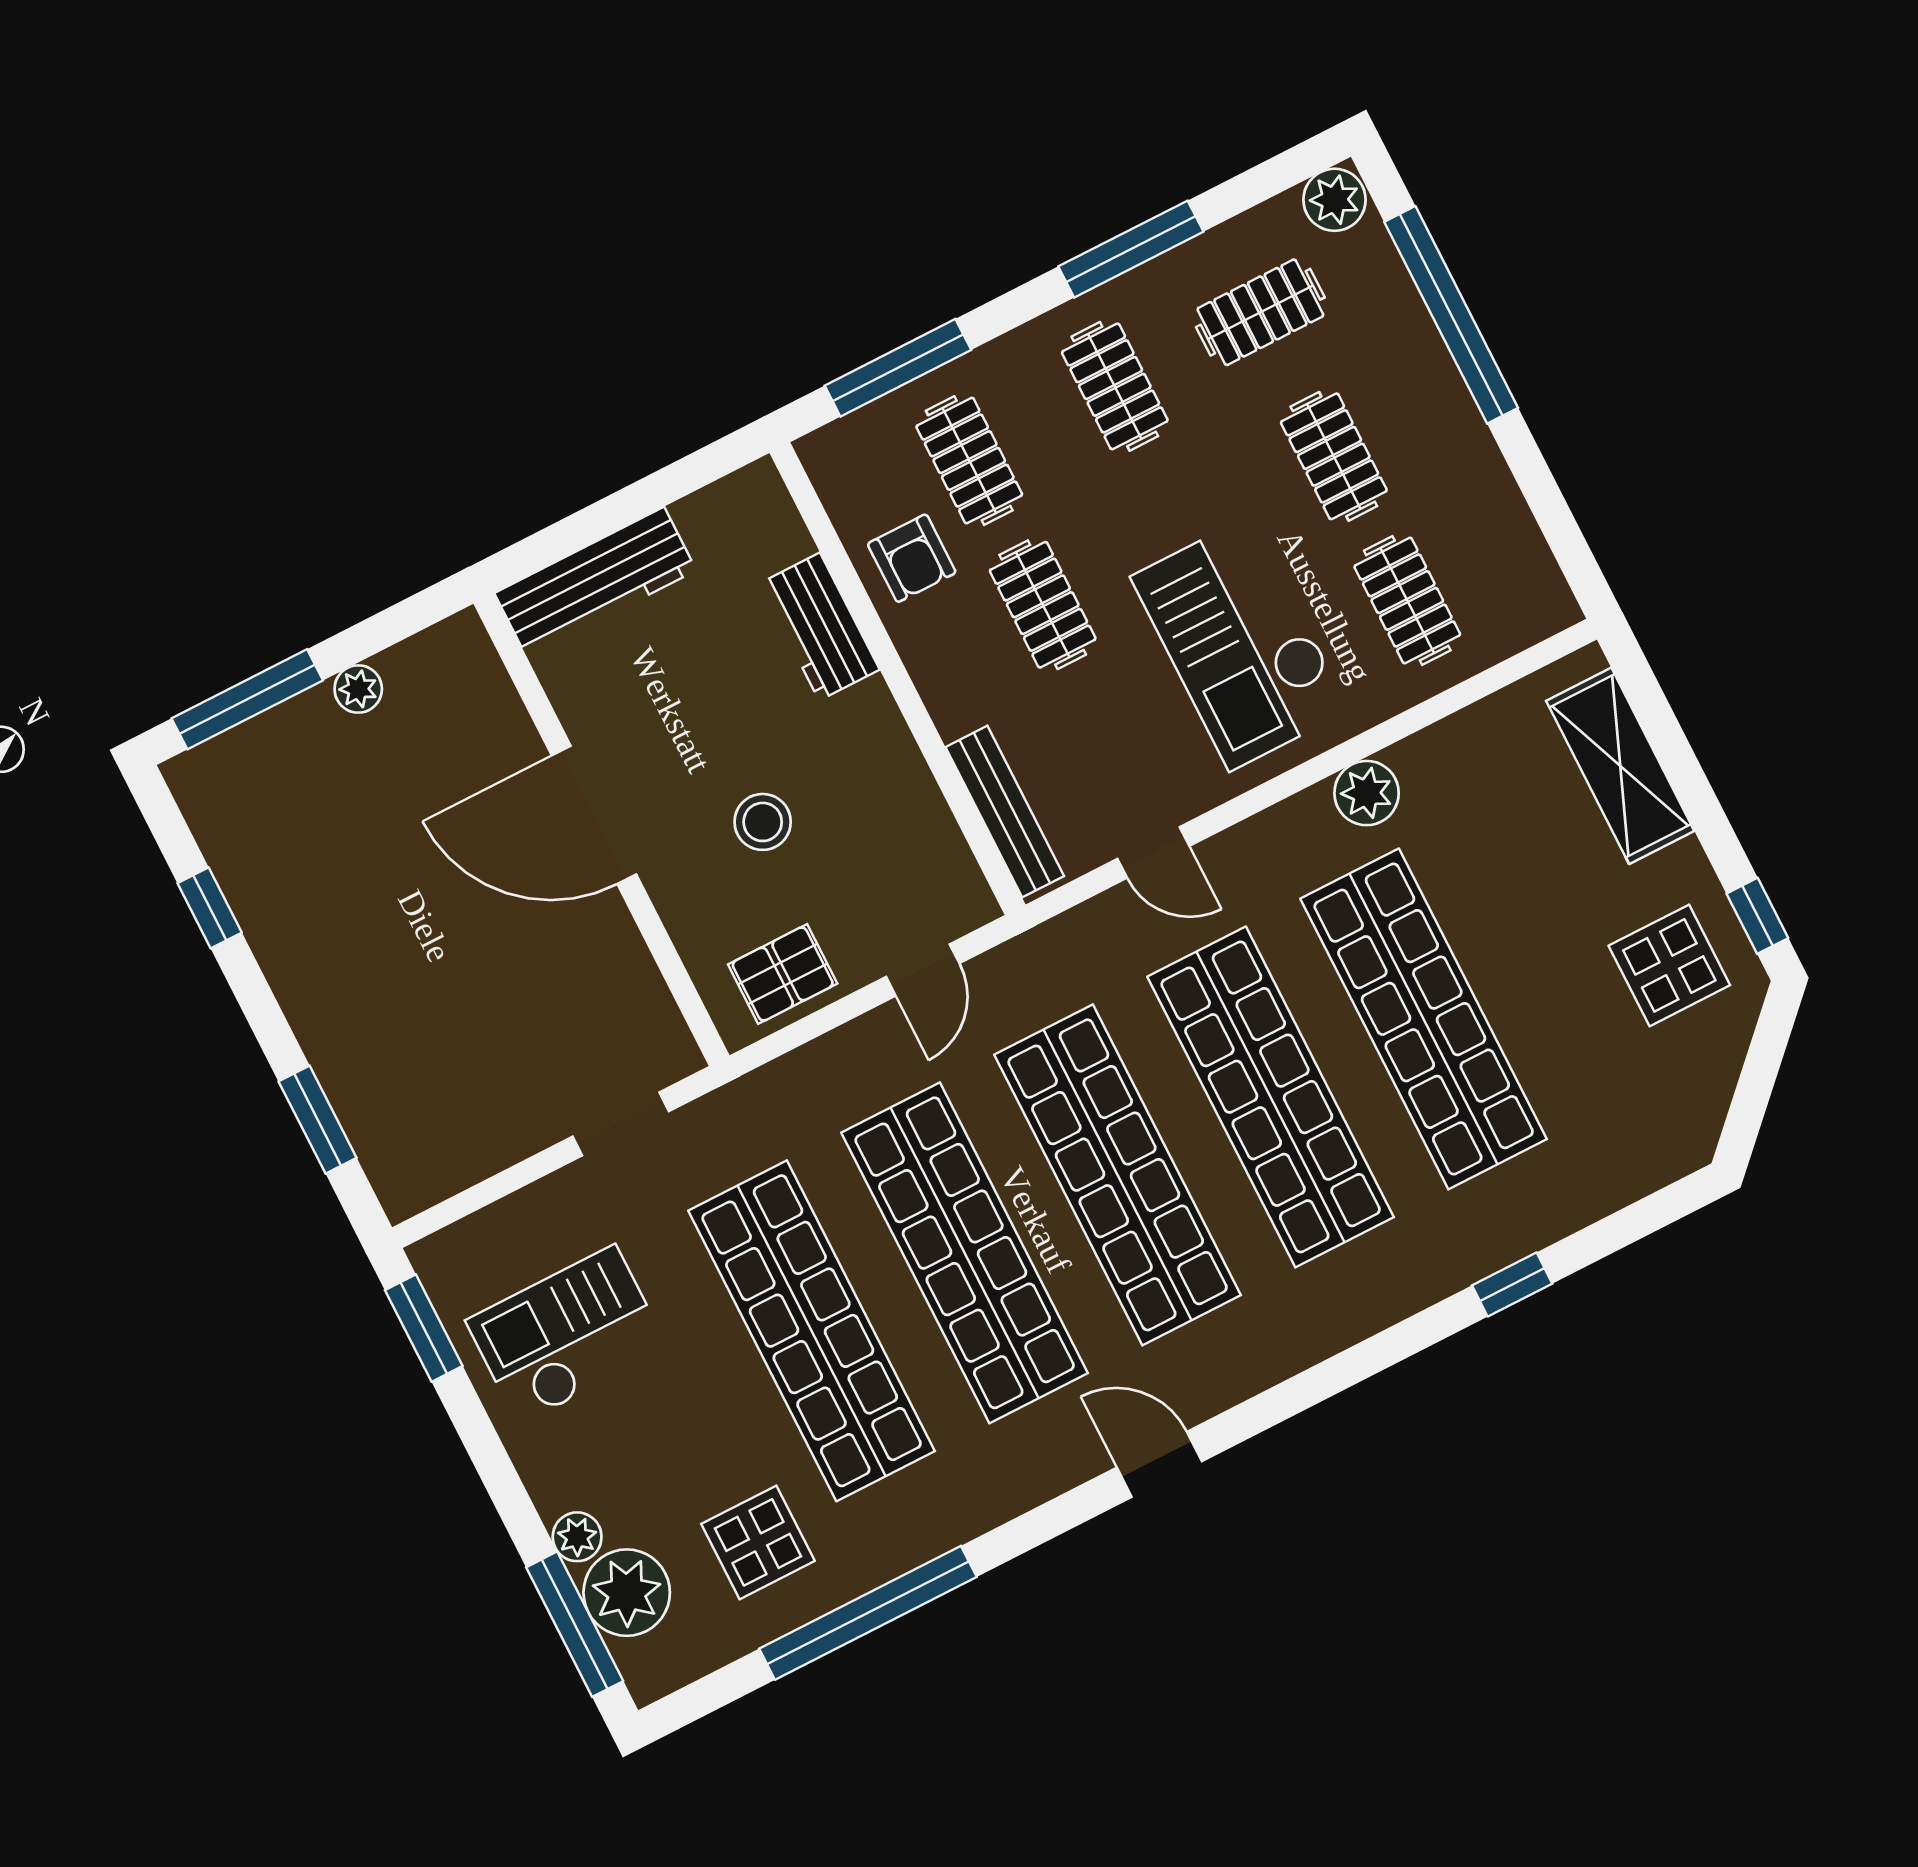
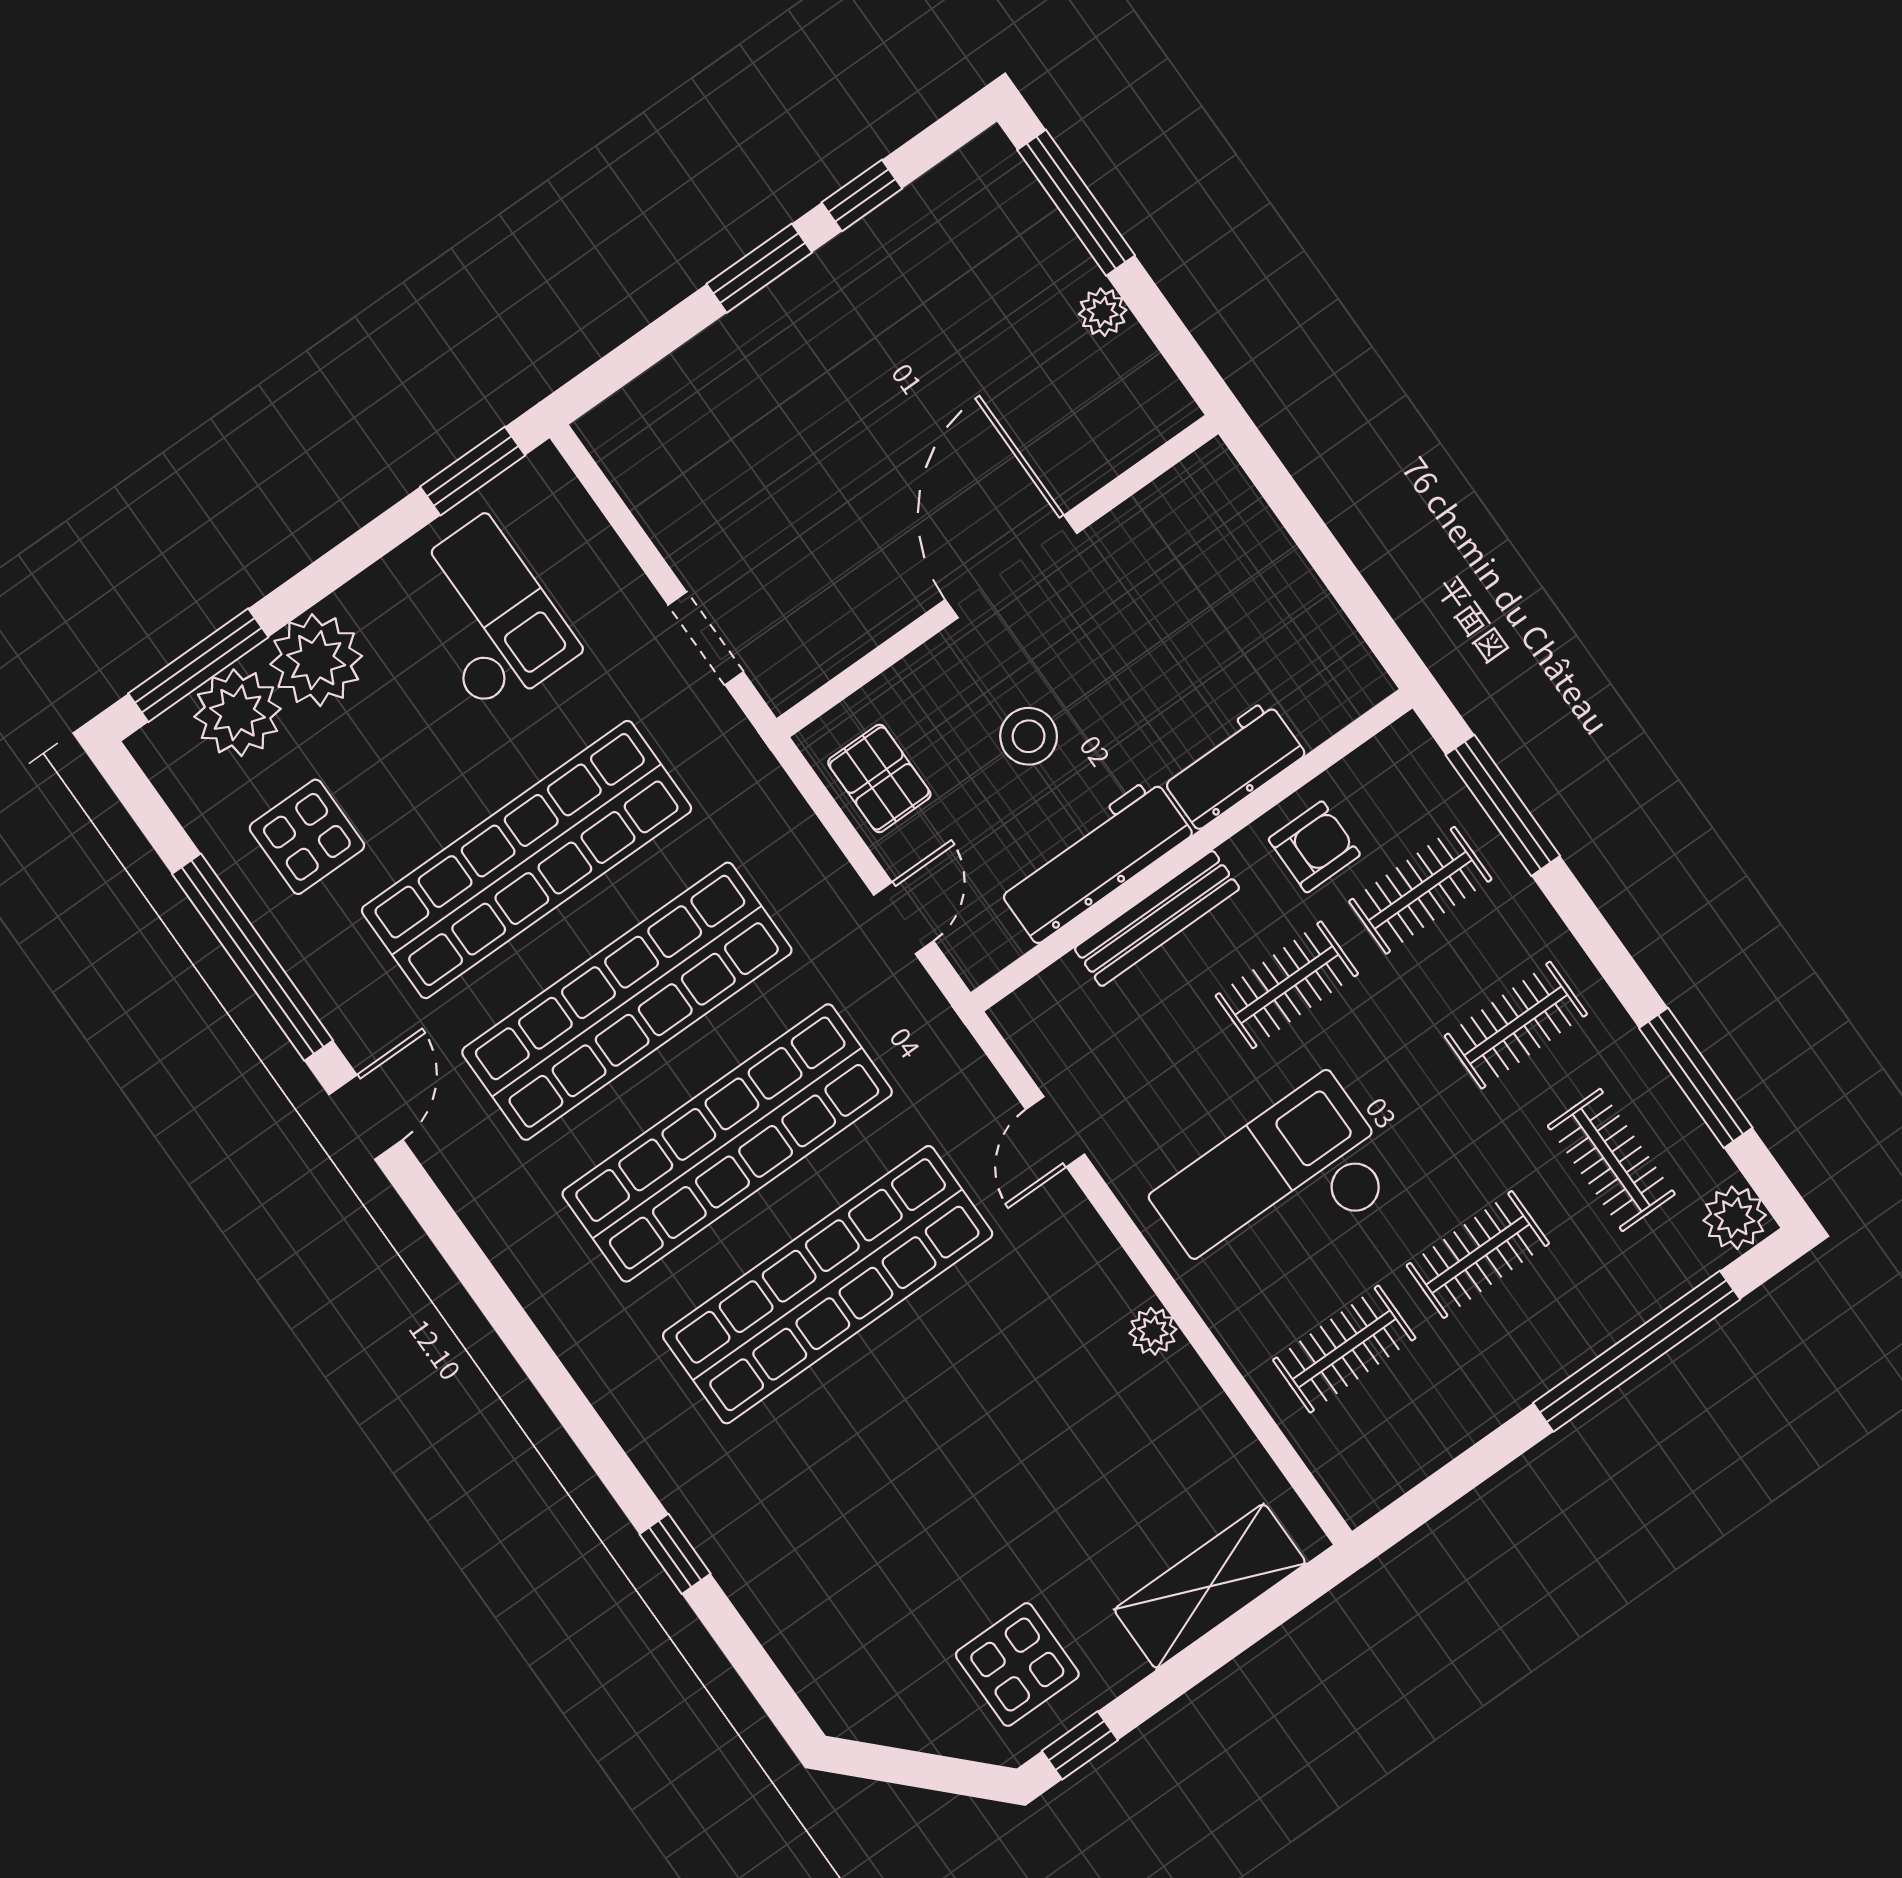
window: (1131, 249) -> (1696, 1078), moved
armchair: (912, 558) -> (1314, 847), turned 180
workbench: (595, 582) -> (1095, 860), moved, turned 90
plant: (1367, 793) -> (1153, 1331), width x0.73, depth x0.73
bench: (1005, 812) -> (1157, 918), moved
door: (923, 970) -> (904, 918), swing flipped
shop shelf: (1424, 1019) -> (928, 1426), removed
window: (318, 1120) -> (759, 268), moved
door: (1159, 1464) -> (366, 1117), moved
plant: (577, 1537) -> (316, 660), width x1.88, depth x1.88

